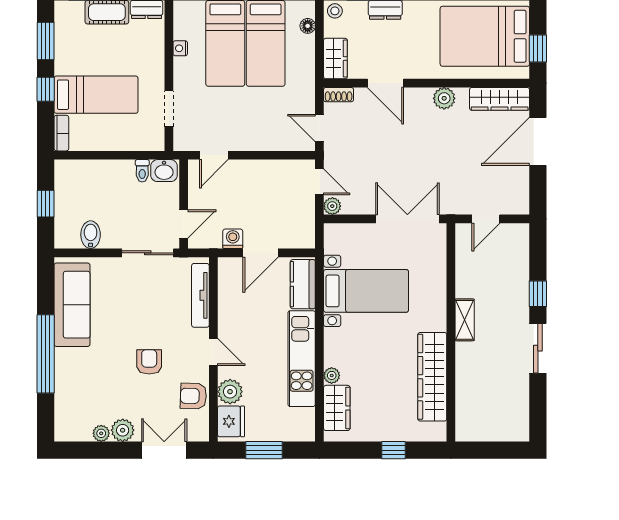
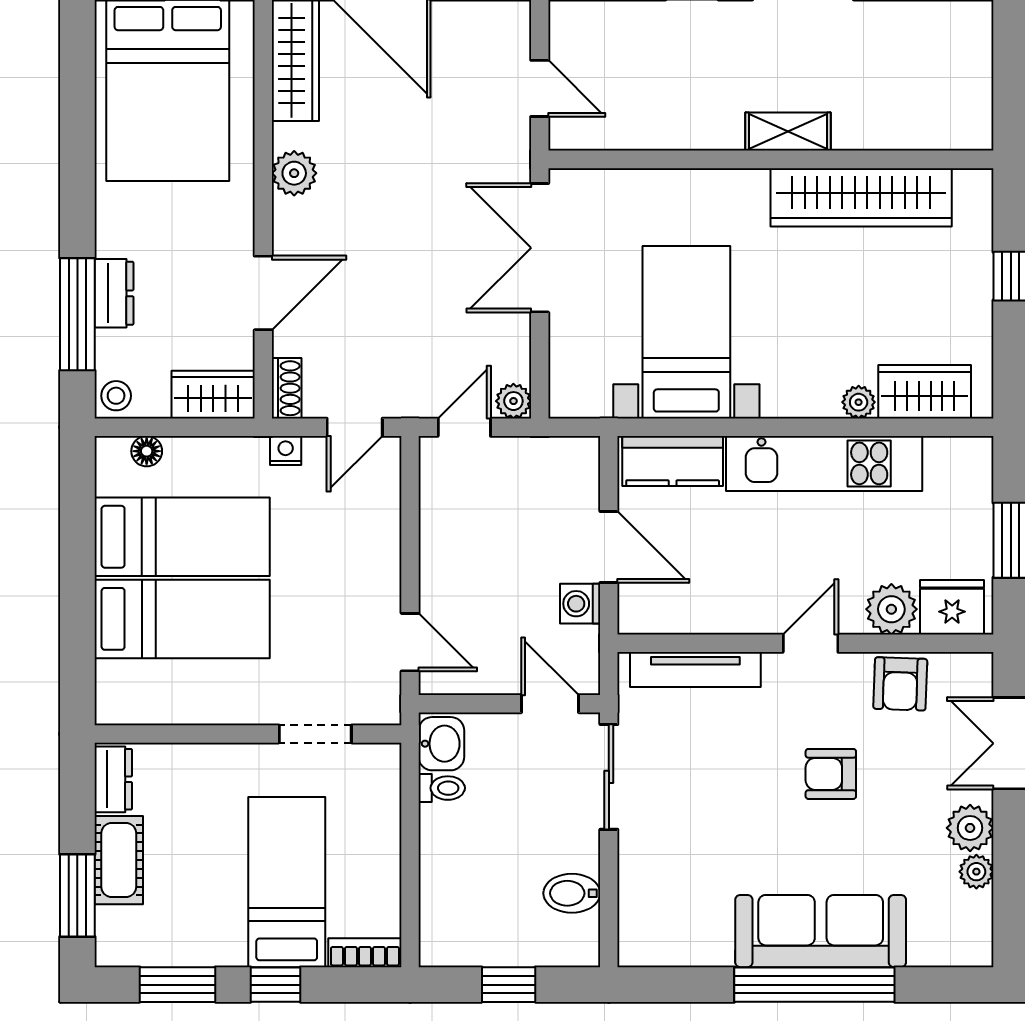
nightstand: (180, 48) -> (286, 451), moved, turned 180
sofa: (72, 305) -> (821, 931), moved
shelving: (465, 320) -> (788, 132), moved

